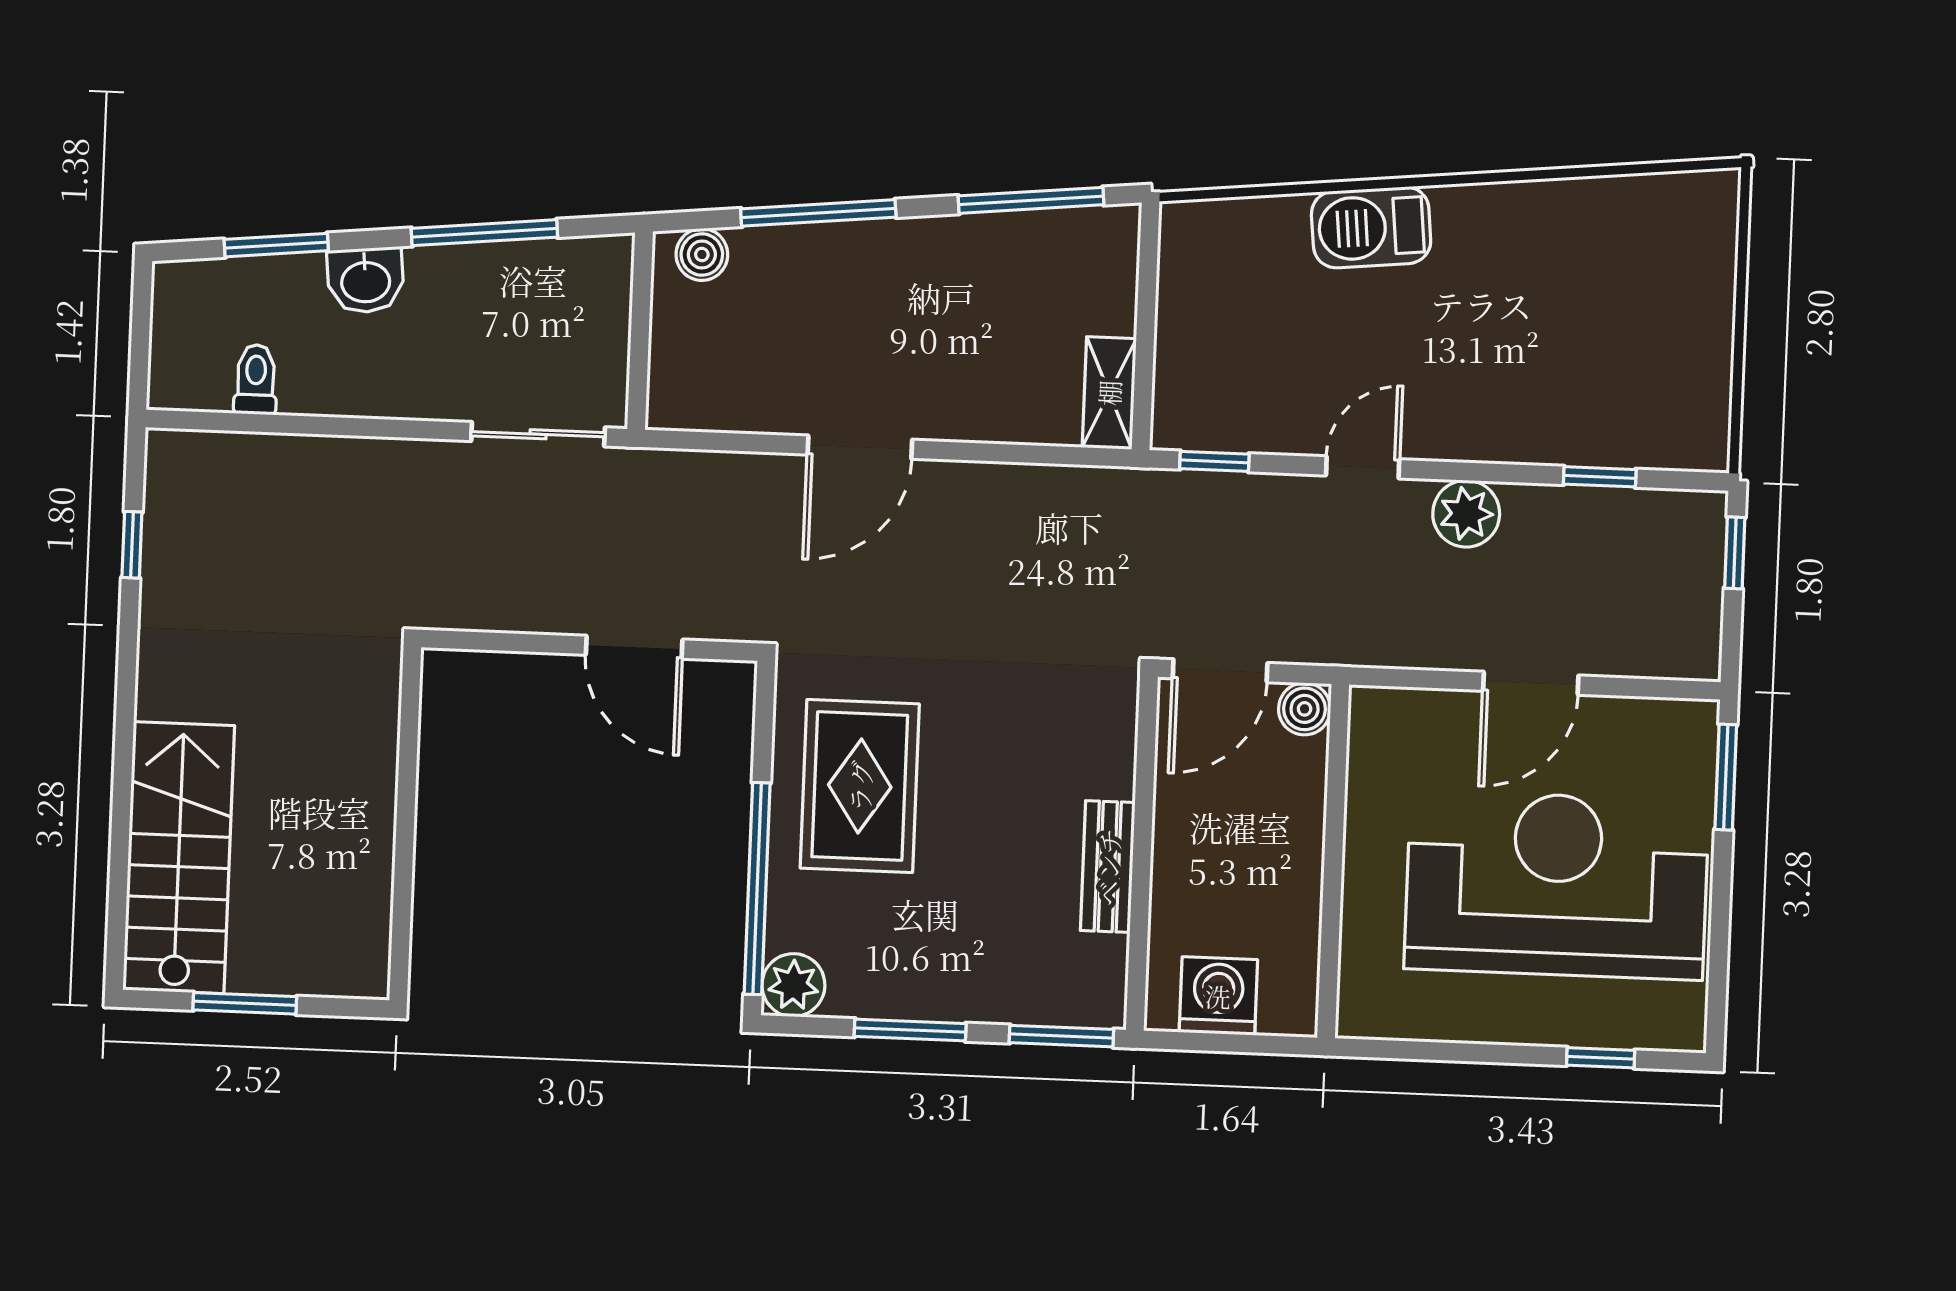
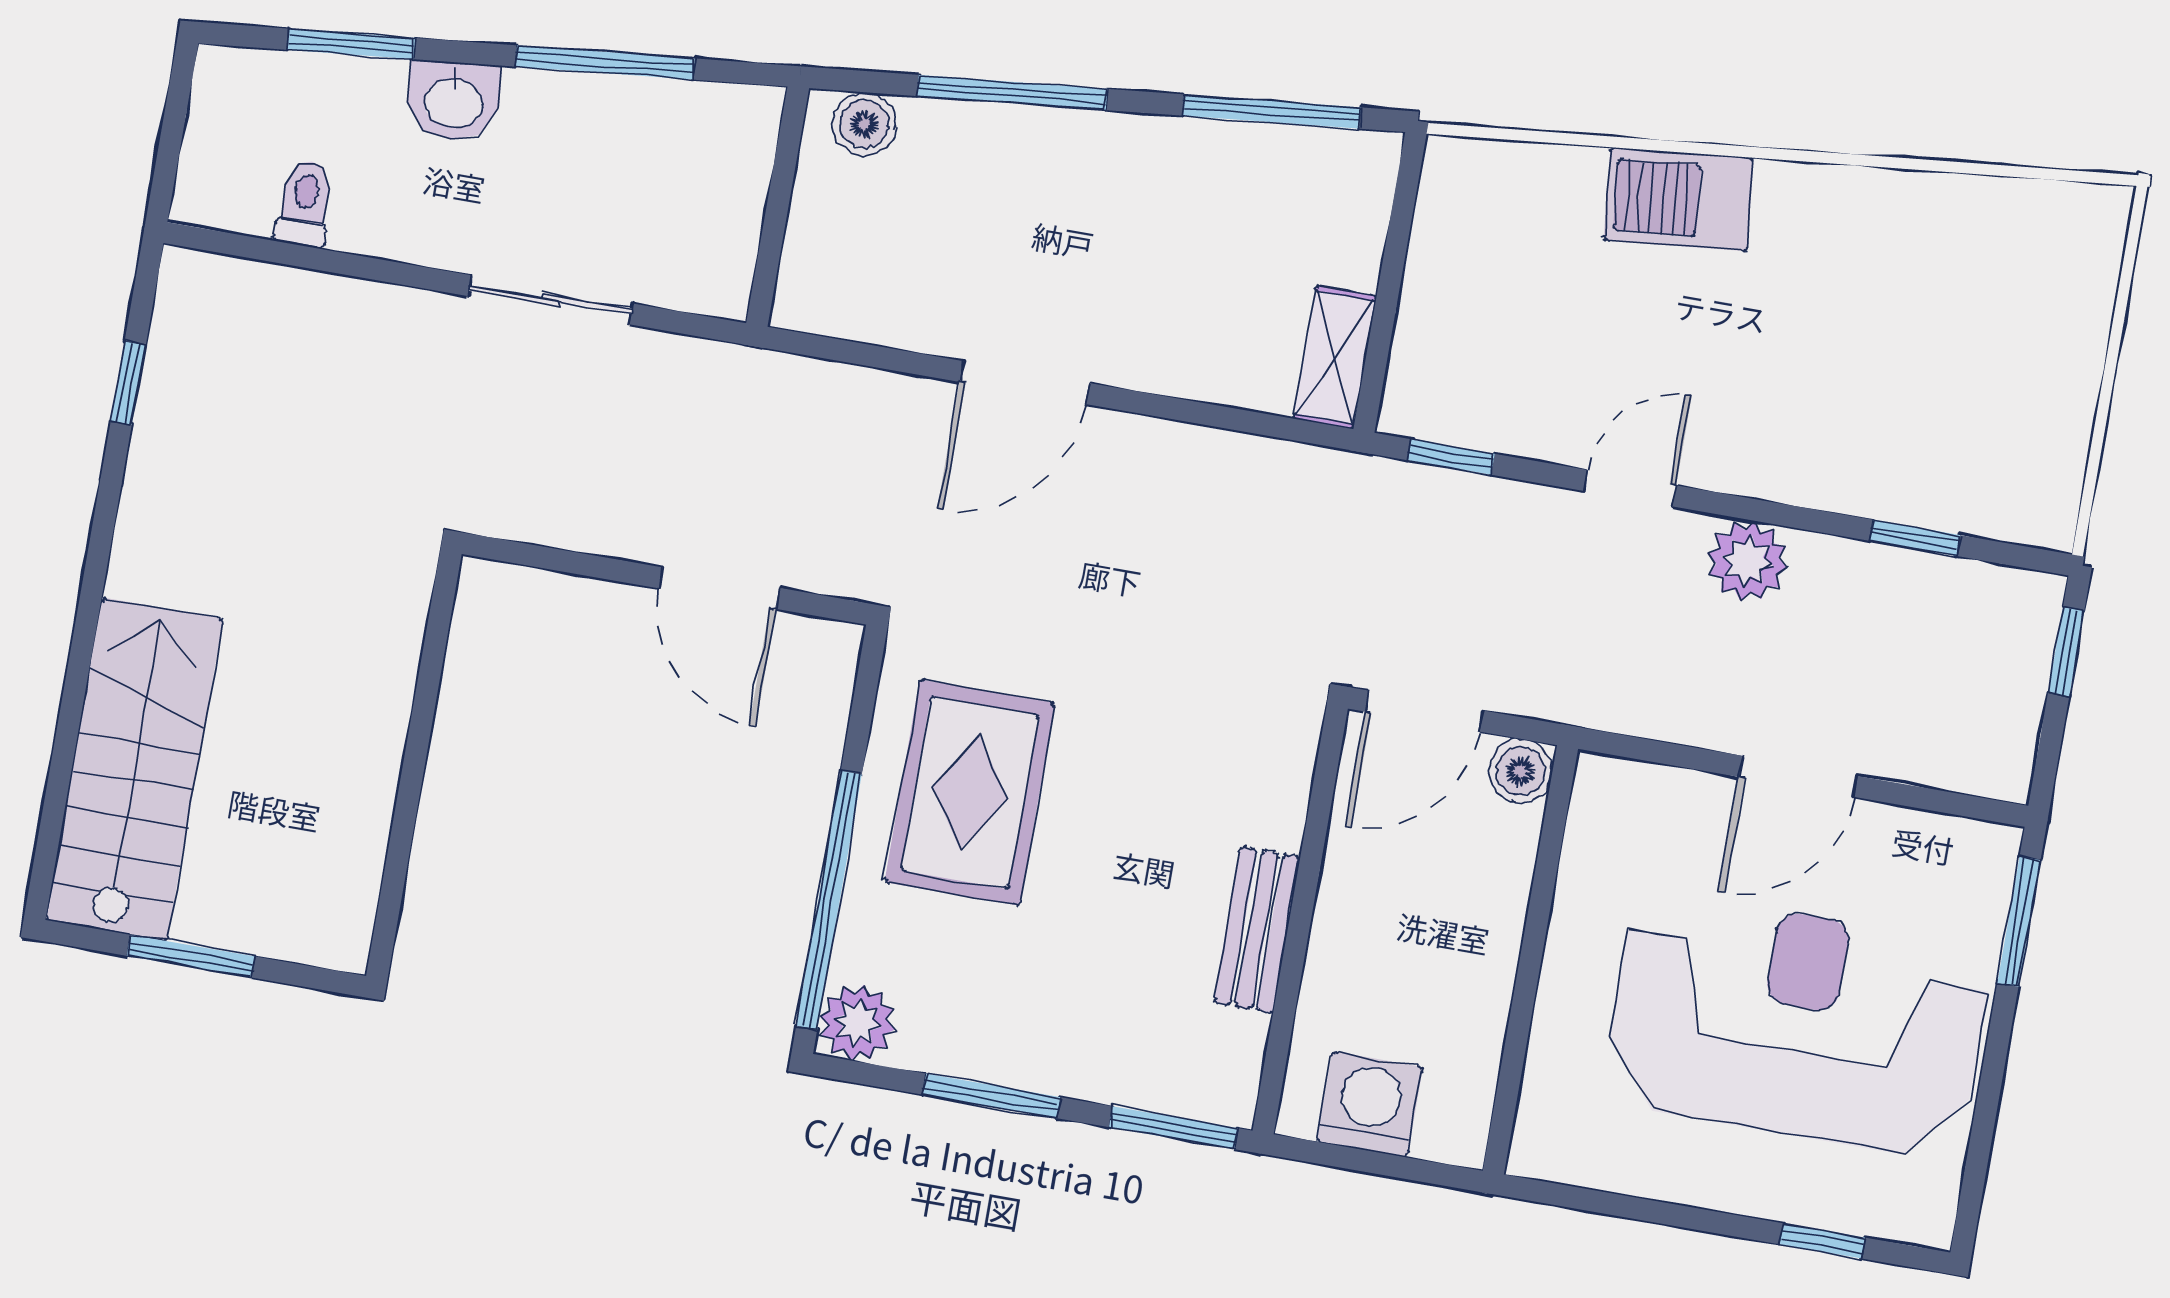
sliding door: (538, 434) -> (551, 300), moved

